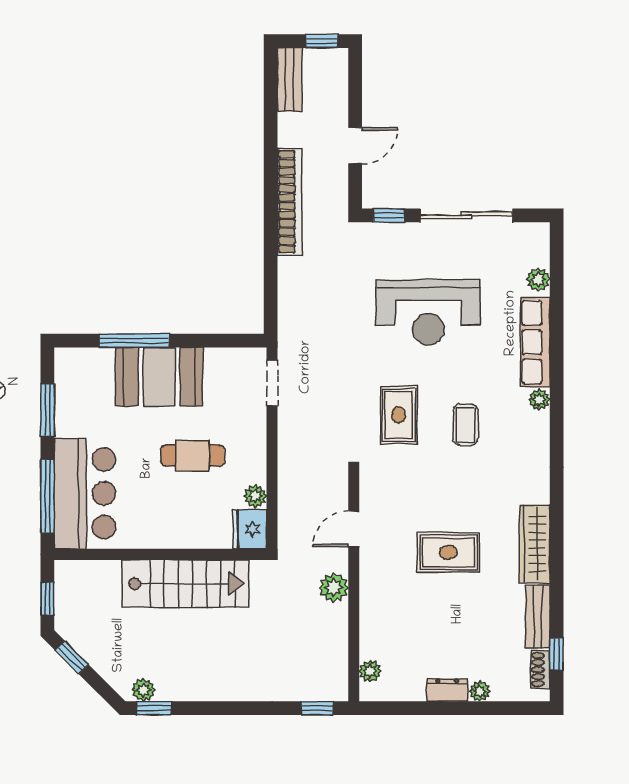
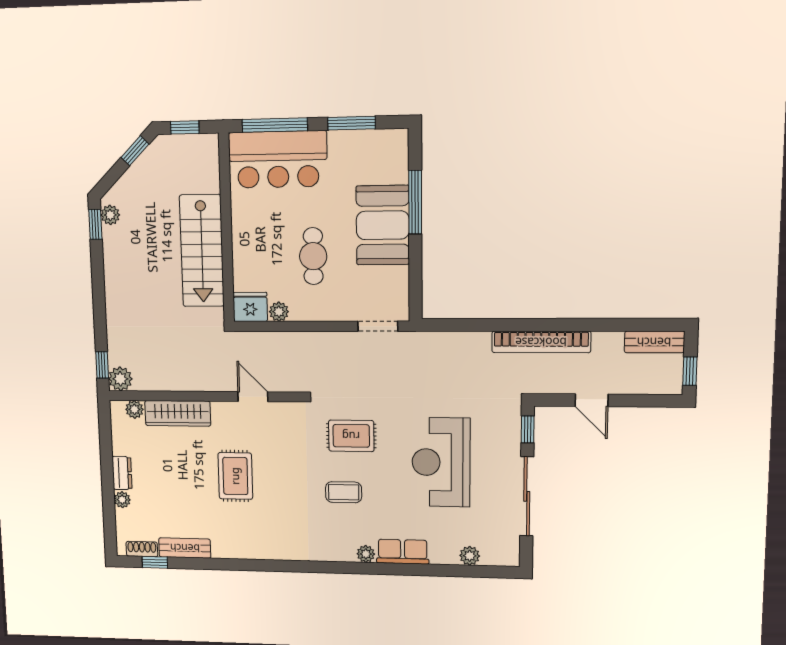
row of seats: (535, 342) -> (403, 552), width x0.68
wardrobe: (535, 544) -> (178, 413), moved, turned 180
plant: (334, 588) -> (120, 379), moved

